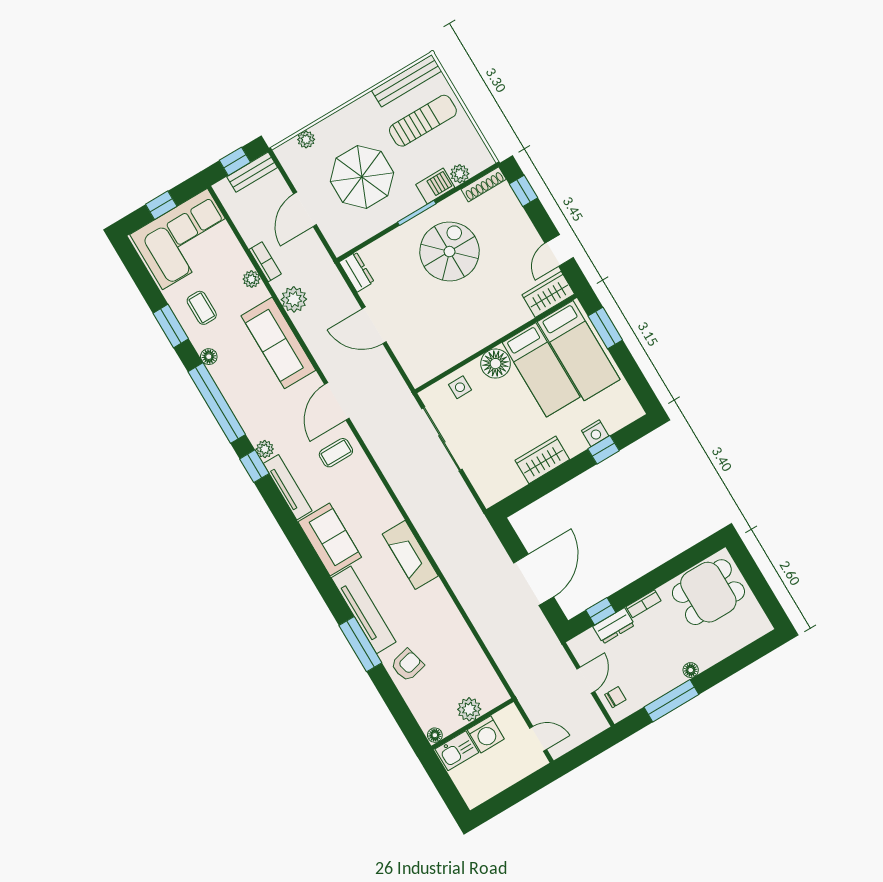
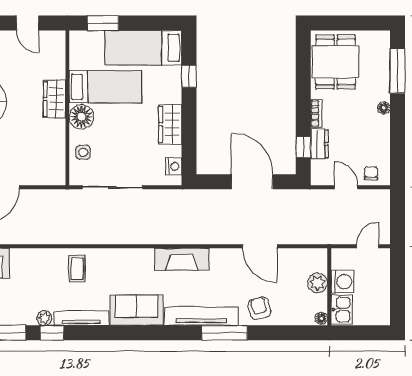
wardrobe: (548, 294) -> (54, 99), moved
bed: (579, 351) -> (143, 48), moved, turned 180
door: (337, 401) -> (260, 246), moved
nightstand: (595, 433) -> (174, 166), moved
window: (671, 701) -> (397, 71), moved

